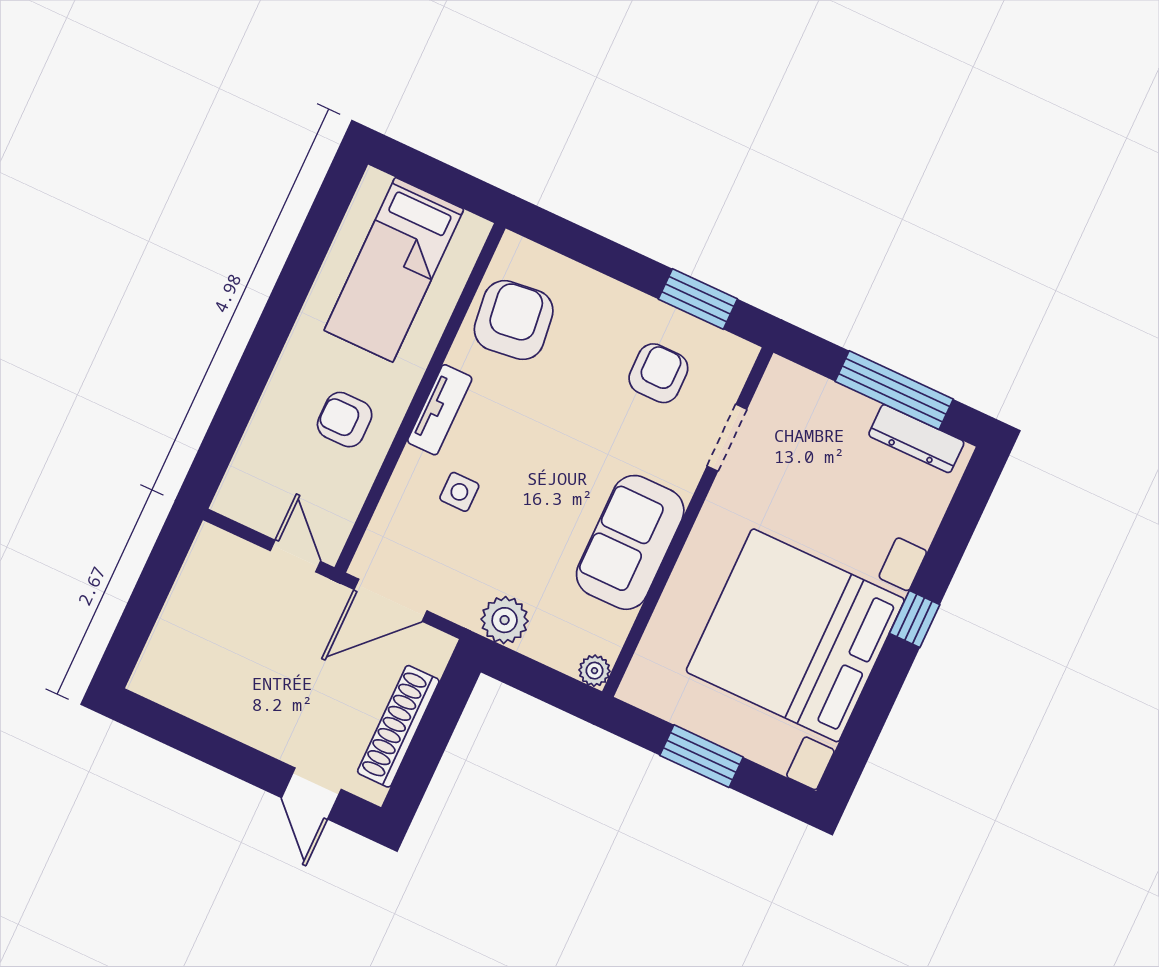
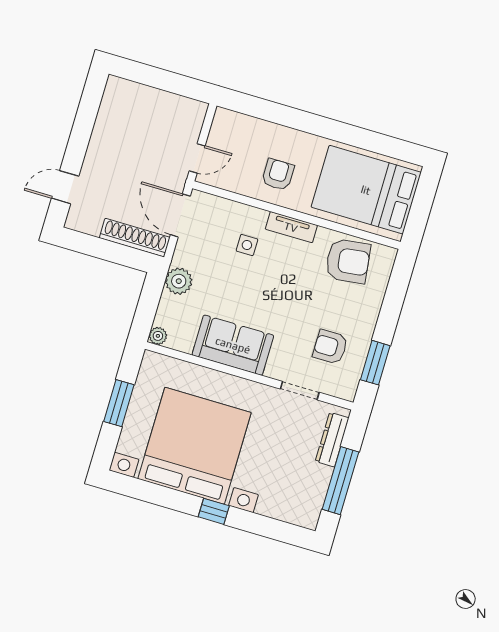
bed: (394, 270) -> (366, 190), width x1.50
armchair: (658, 373) -> (330, 347), turned 180
dresser: (916, 439) -> (332, 440), moved
shoe rack: (398, 726) -> (135, 238), moved

